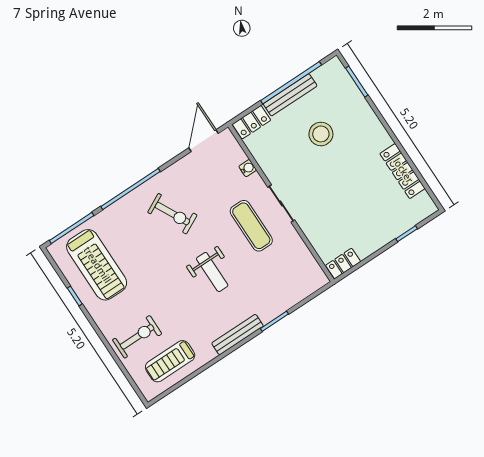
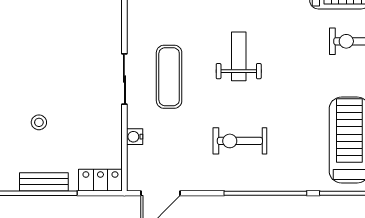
bench: (290, 95) -> (44, 182), width x0.73
stool: (321, 134) -> (39, 122), width x0.53, depth x0.53
exercise bike: (172, 214) -> (240, 141), turned -63

